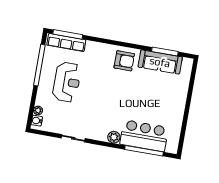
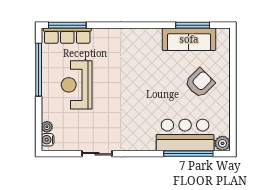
armchair: (124, 61) -> (200, 83), moved, turned -45
reception desk: (67, 82) -> (77, 85), turned 180
plant: (114, 137) -> (222, 143), moved

